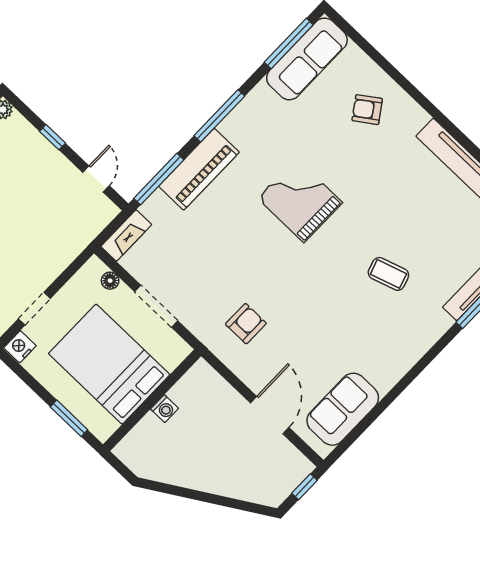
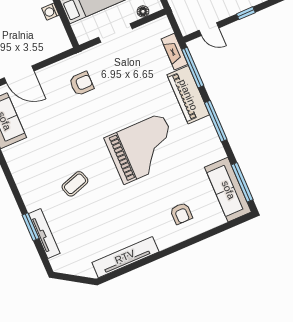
armchair: (367, 110) -> (181, 213), turned 125
grand piano: (300, 200) -> (143, 149), width x1.37, depth x1.48
fireplace: (126, 236) -> (174, 52), moved
armchair: (246, 324) -> (81, 84), turned -90

